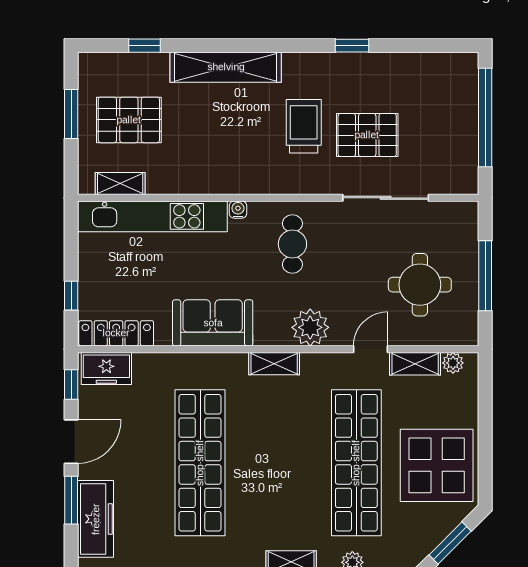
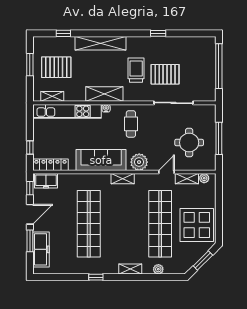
shelving: (234, 178) -> (104, 94), added
sofa: (213, 323) -> (101, 160), width x1.36

